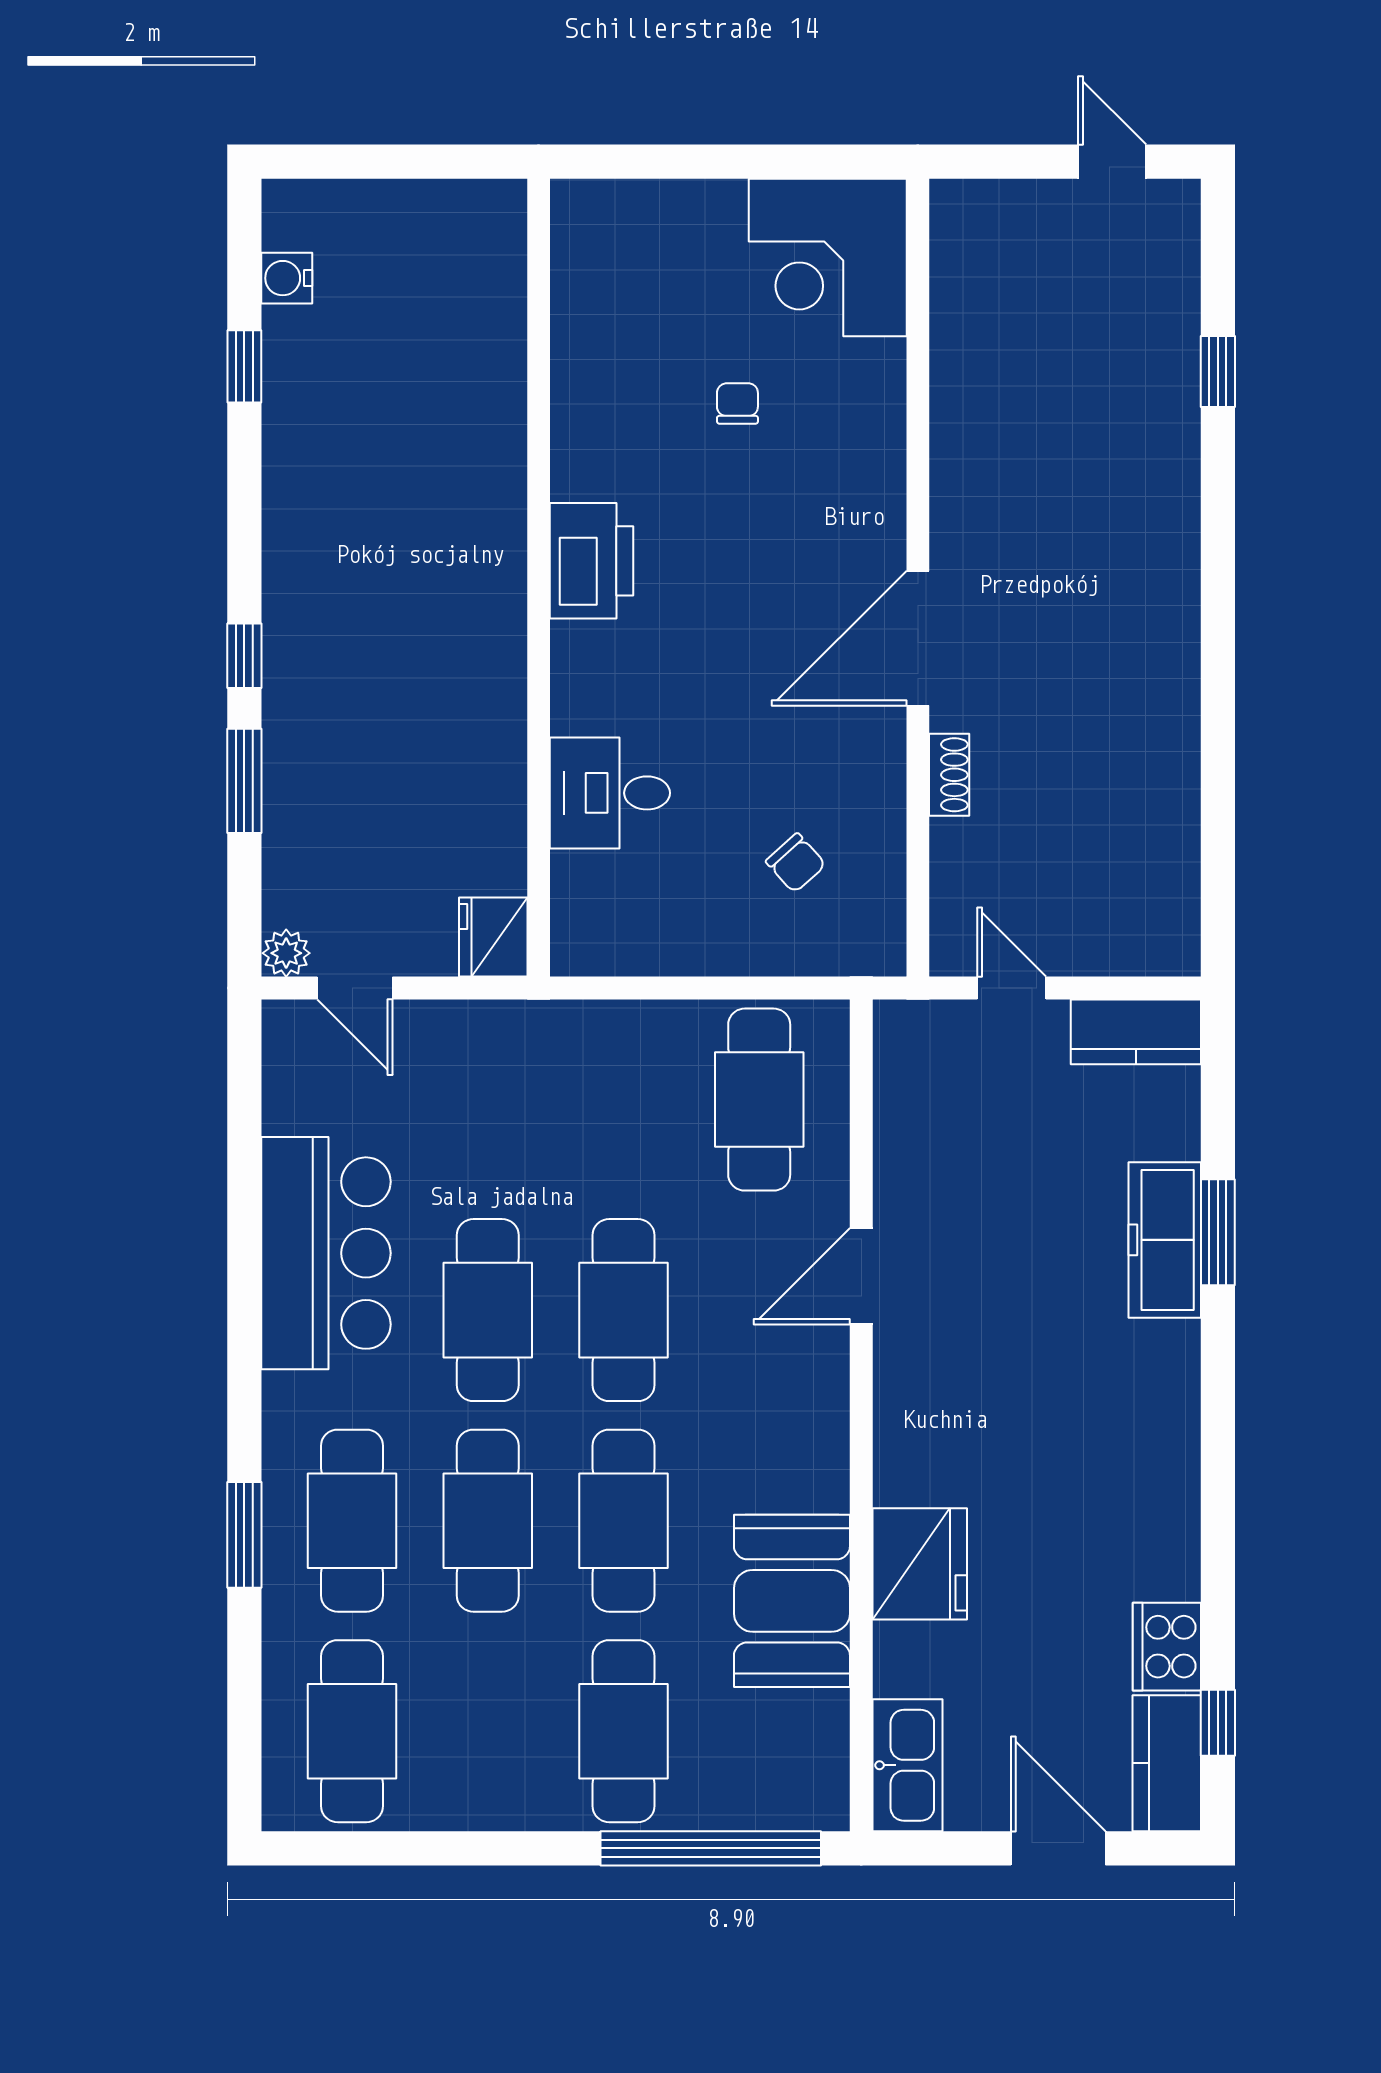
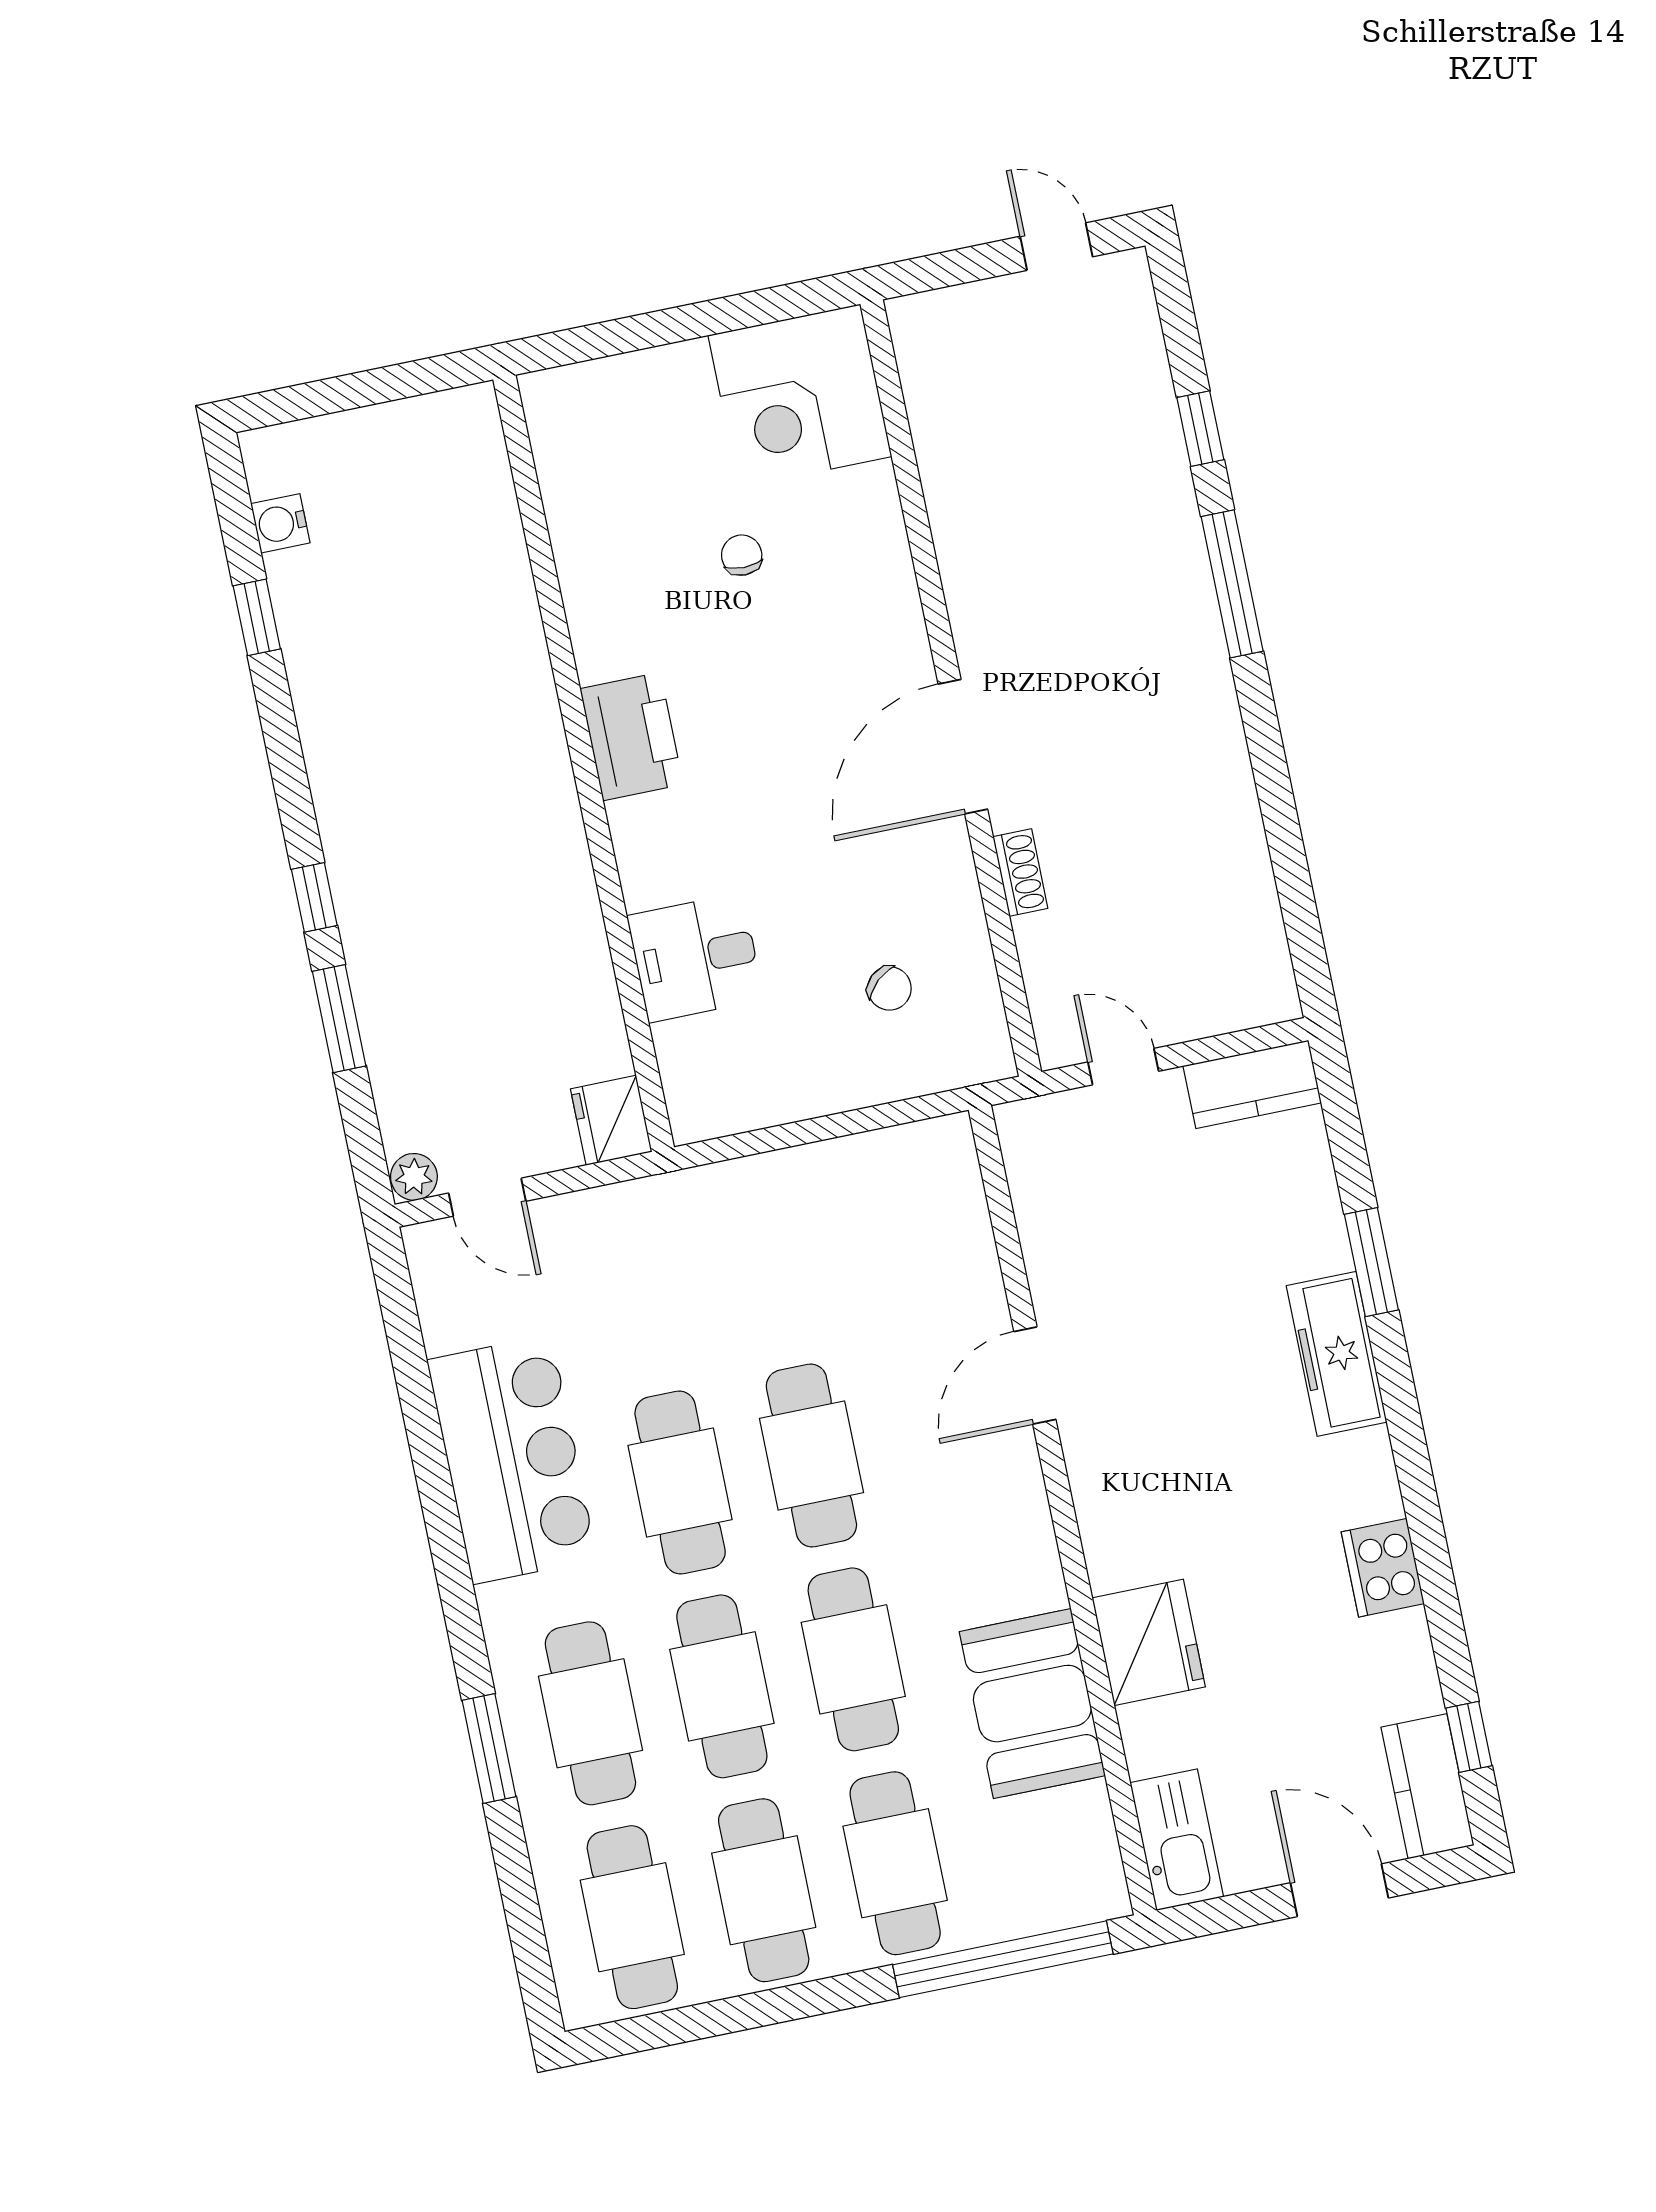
window: (1218, 532) -> (1232, 584), added
cafe table: (759, 1100) -> (764, 1890), moved
freezer: (1165, 1240) -> (1337, 1354), moved
cooker: (1167, 1647) -> (1383, 1568), moved

